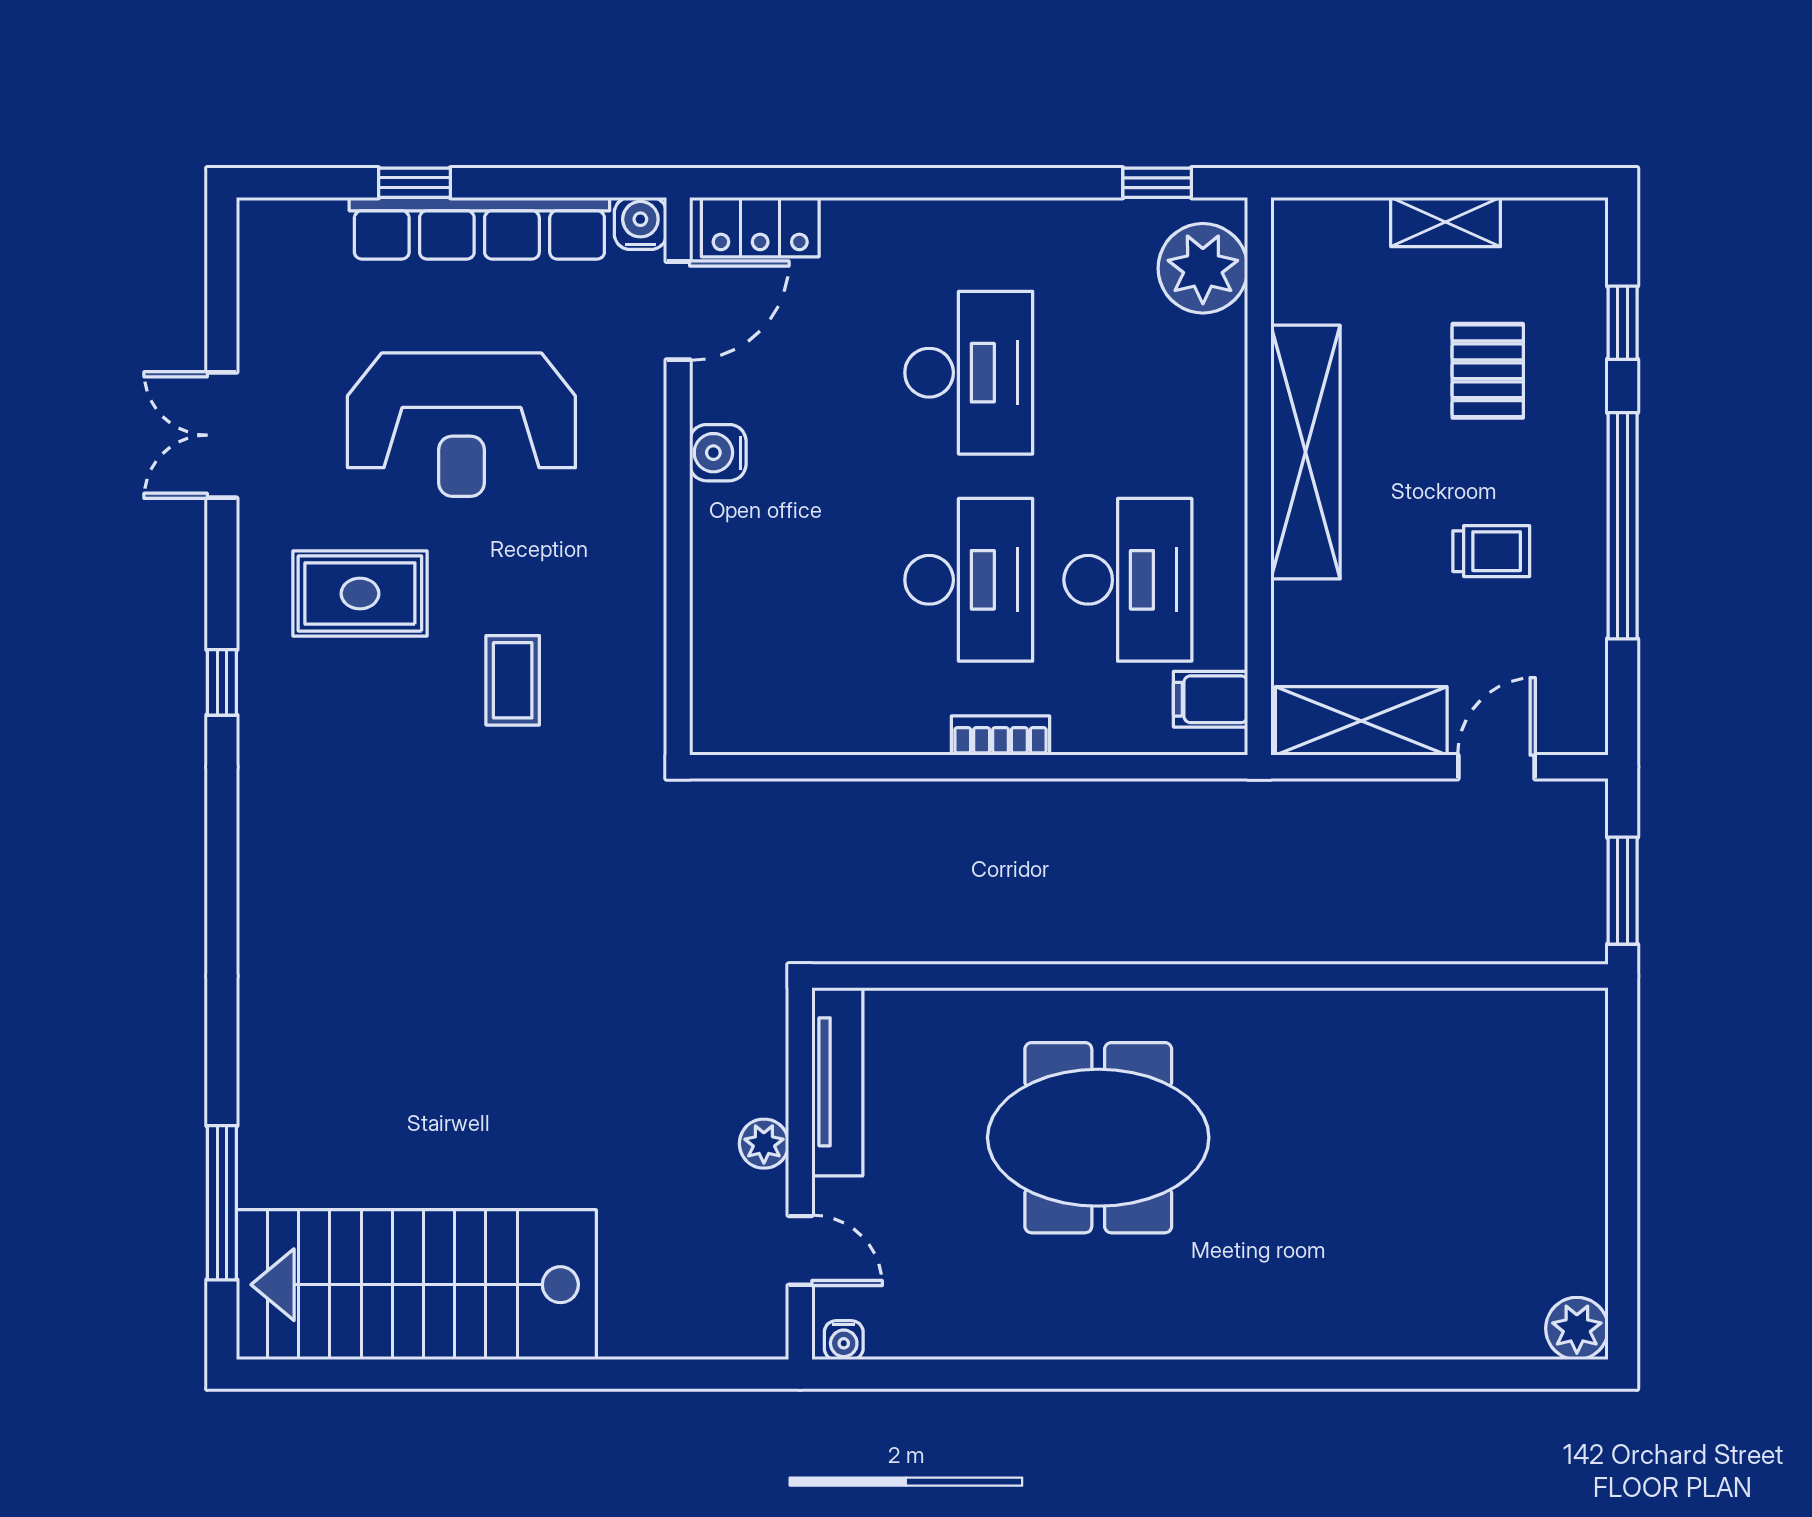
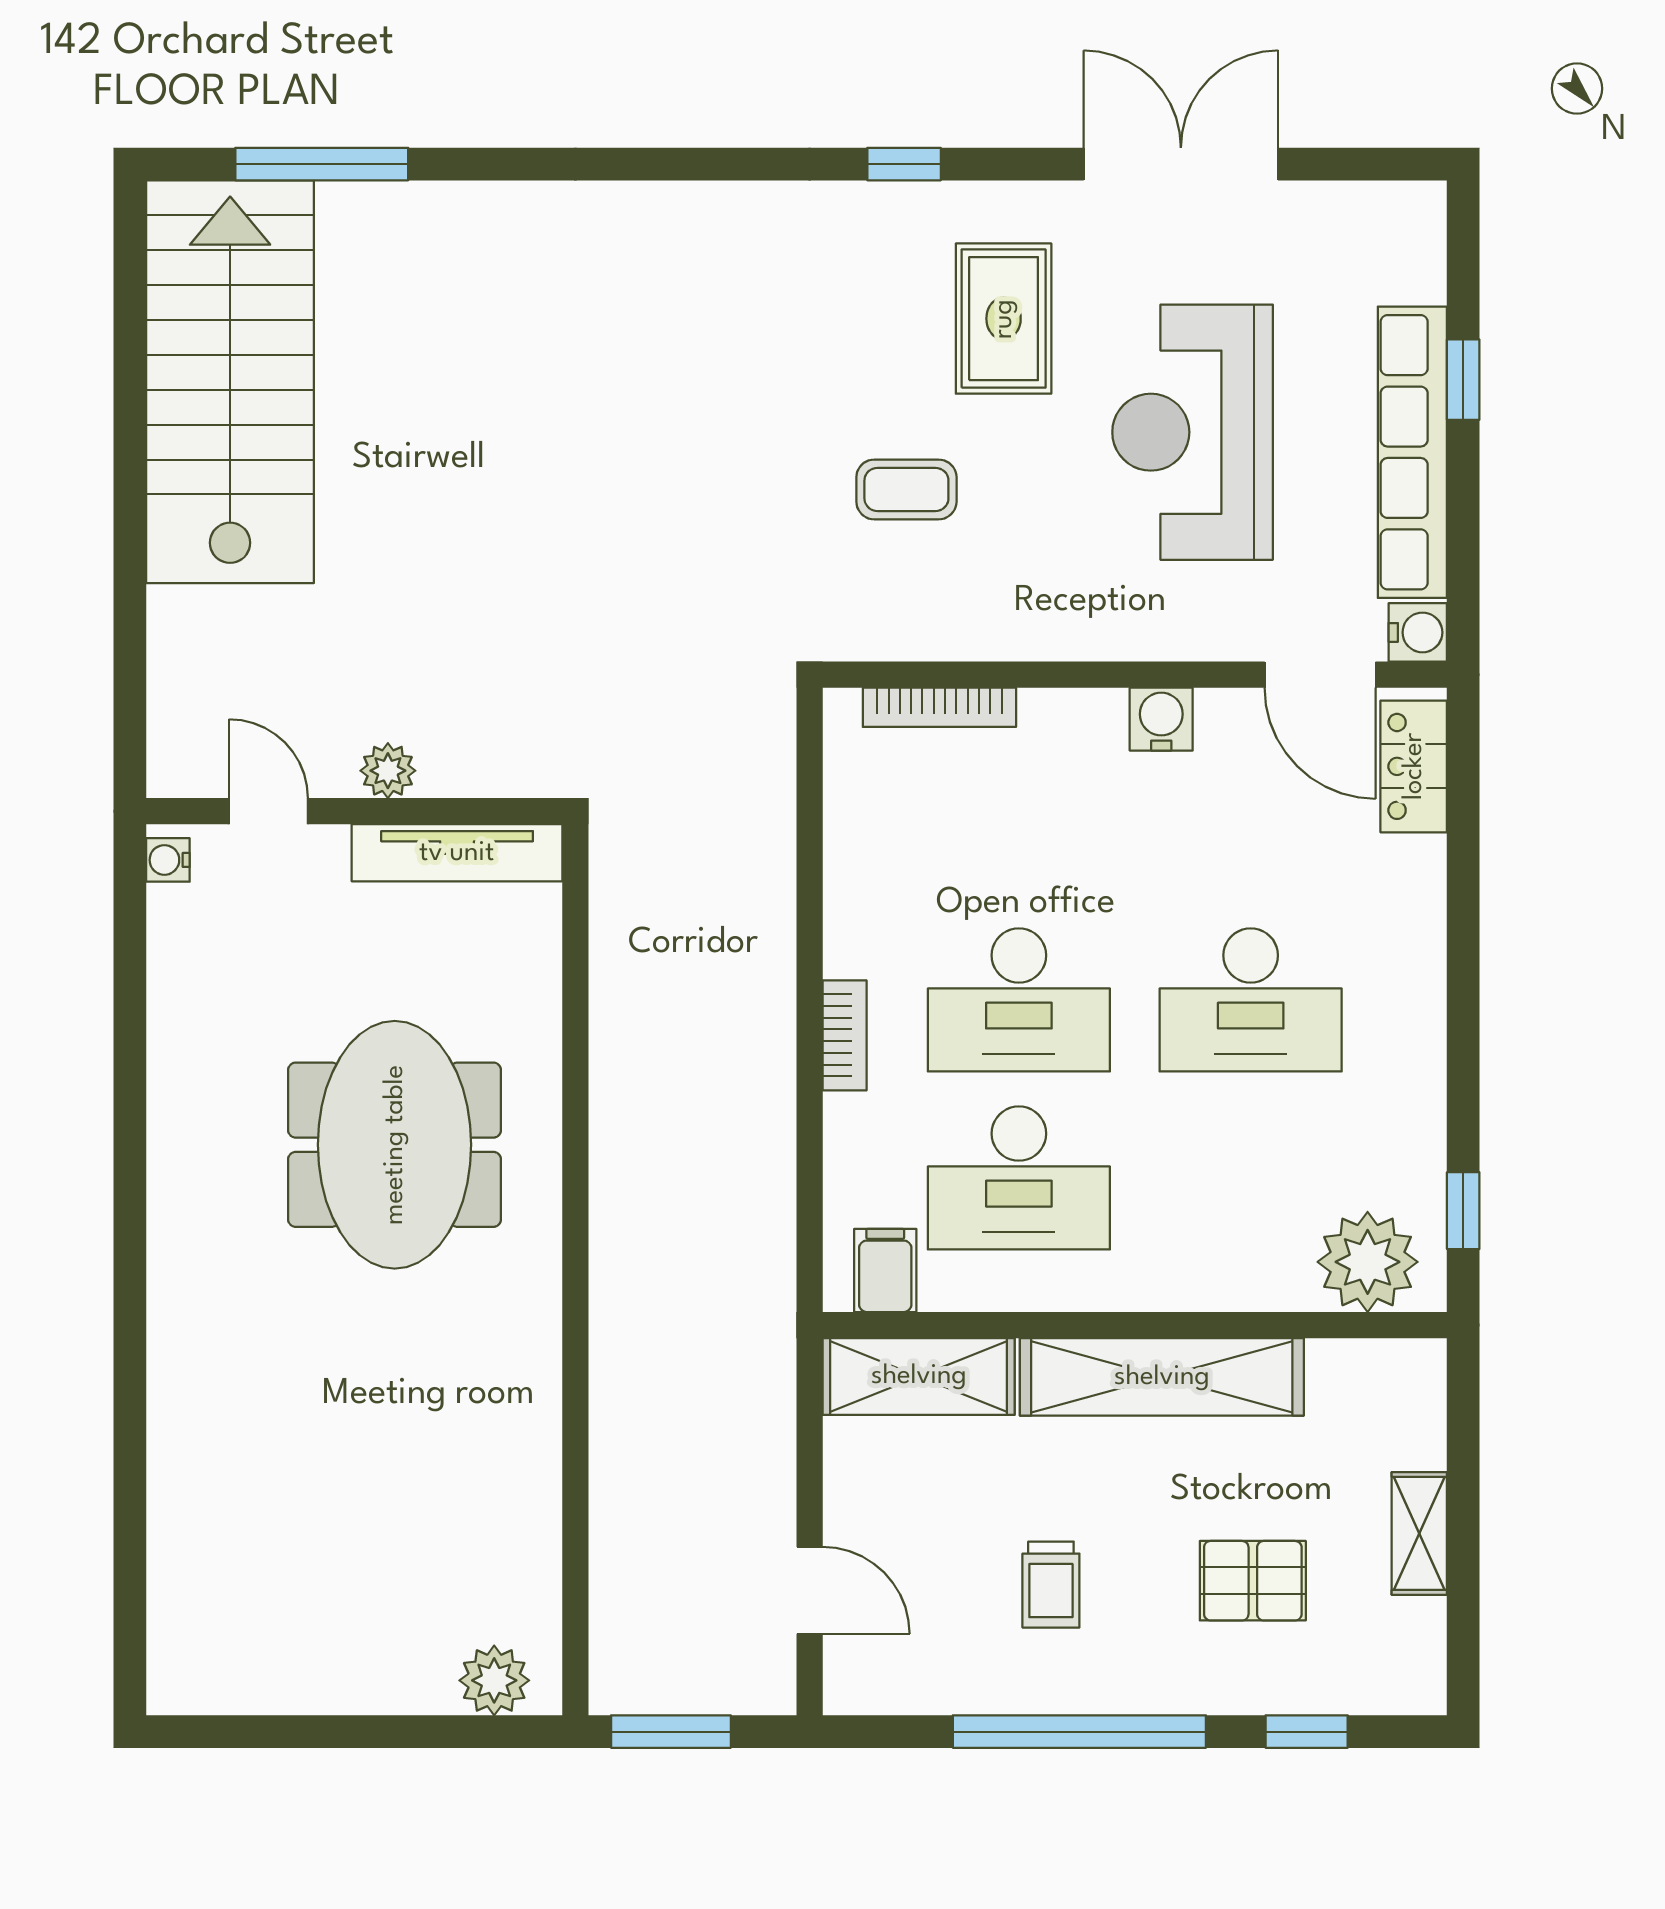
double door: (222, 435) -> (1181, 164), width x1.37
bookcase: (707, 651) -> (939, 707), added
shelving: (1361, 721) -> (919, 1376), moved, turned 90
door: (800, 1250) -> (268, 811), swing flipped
plant: (1577, 1328) -> (494, 1680), moved

